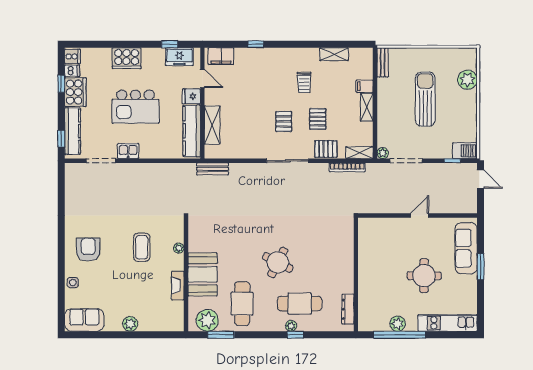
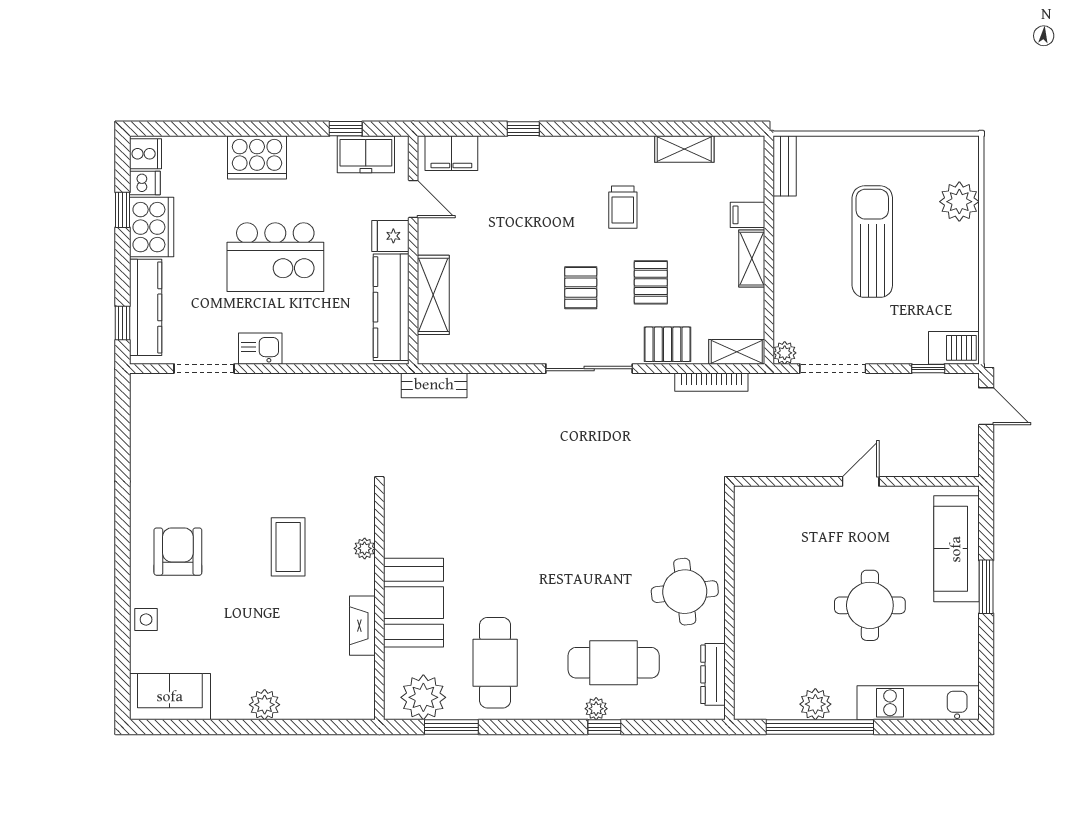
round table: (278, 262) -> (685, 592), moved, turned -33

